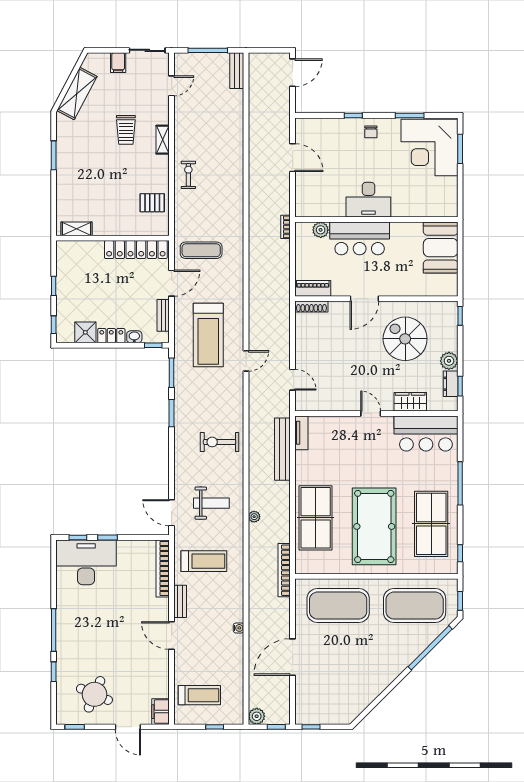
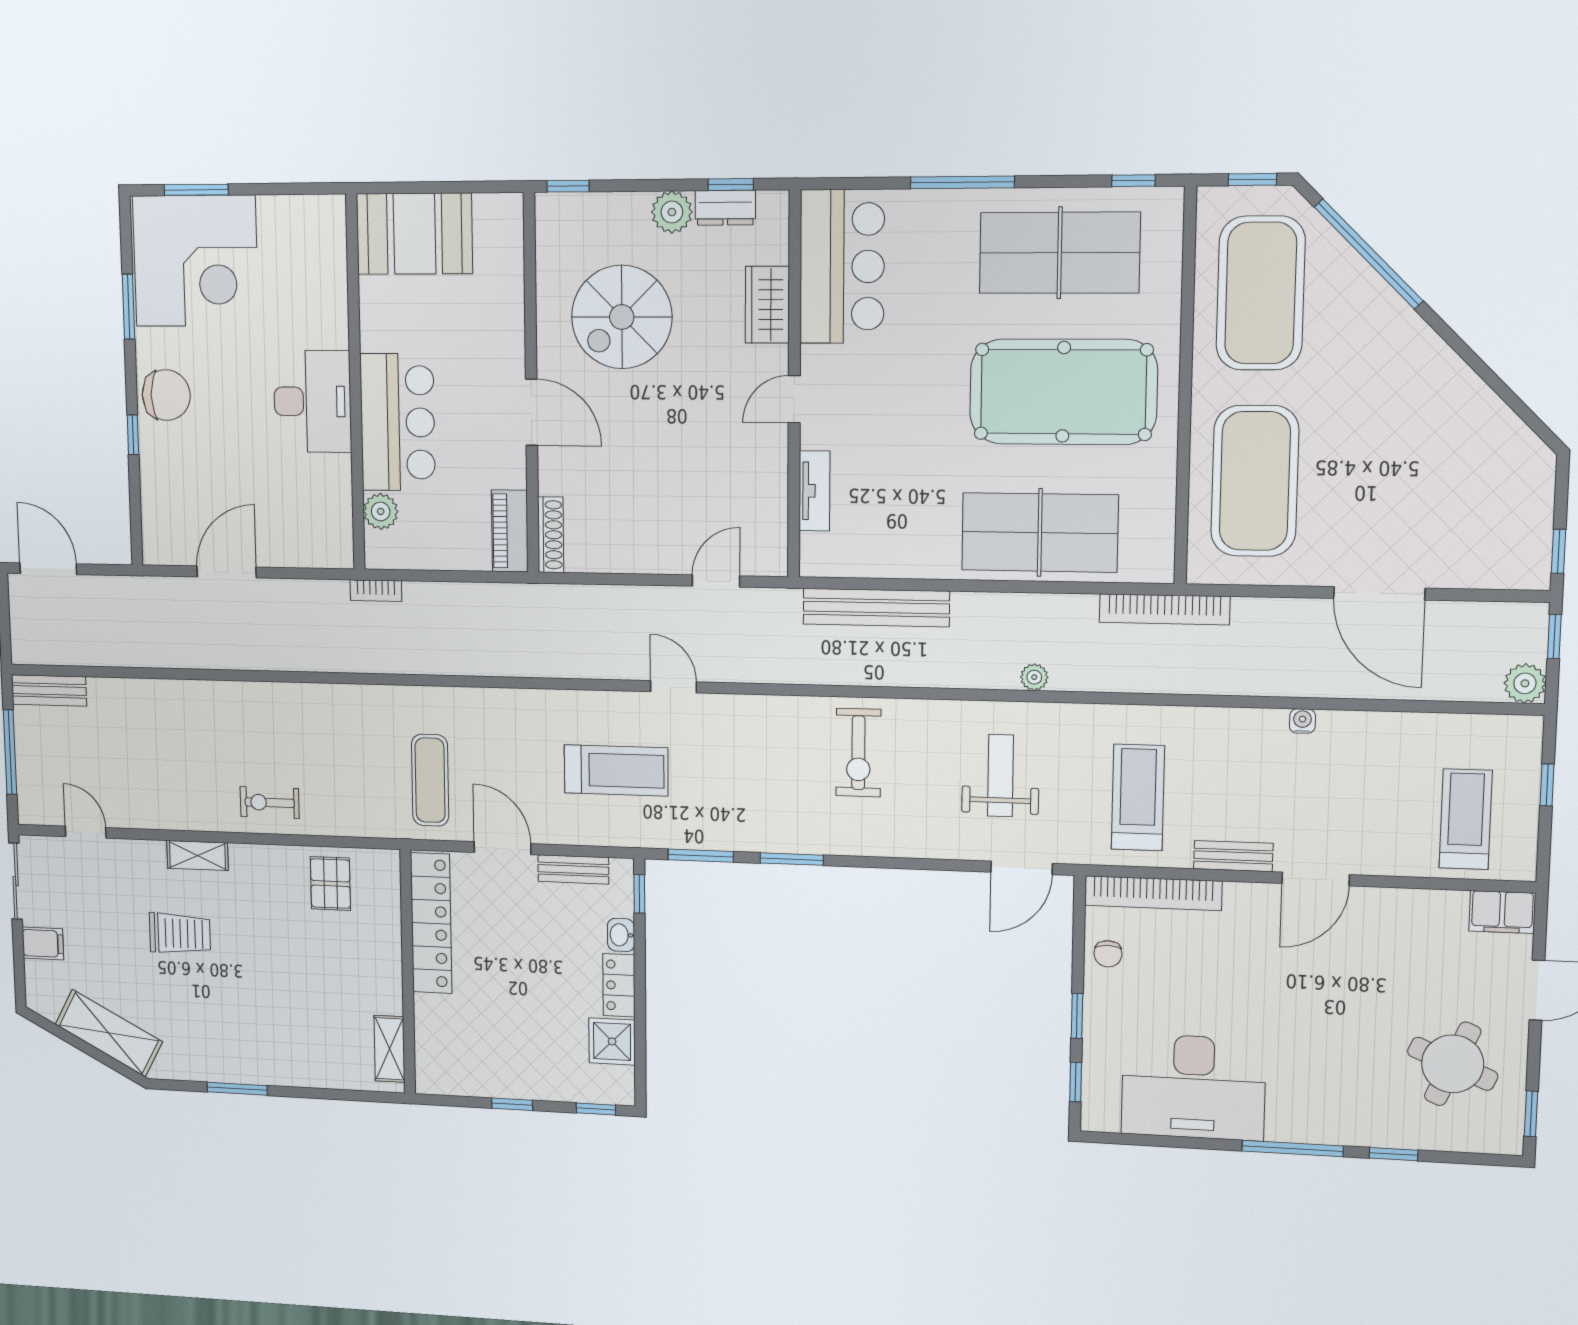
chair: (371, 132) -> (166, 395), width x1.87, depth x1.87
treadmill: (208, 335) -> (616, 770), width x0.73, depth x0.73
tv unit: (301, 433) -> (814, 491), moved, turned 90
chair: (135, 550) -> (1108, 954), added
desk: (86, 562) -> (1193, 1087), moved, turned -90

